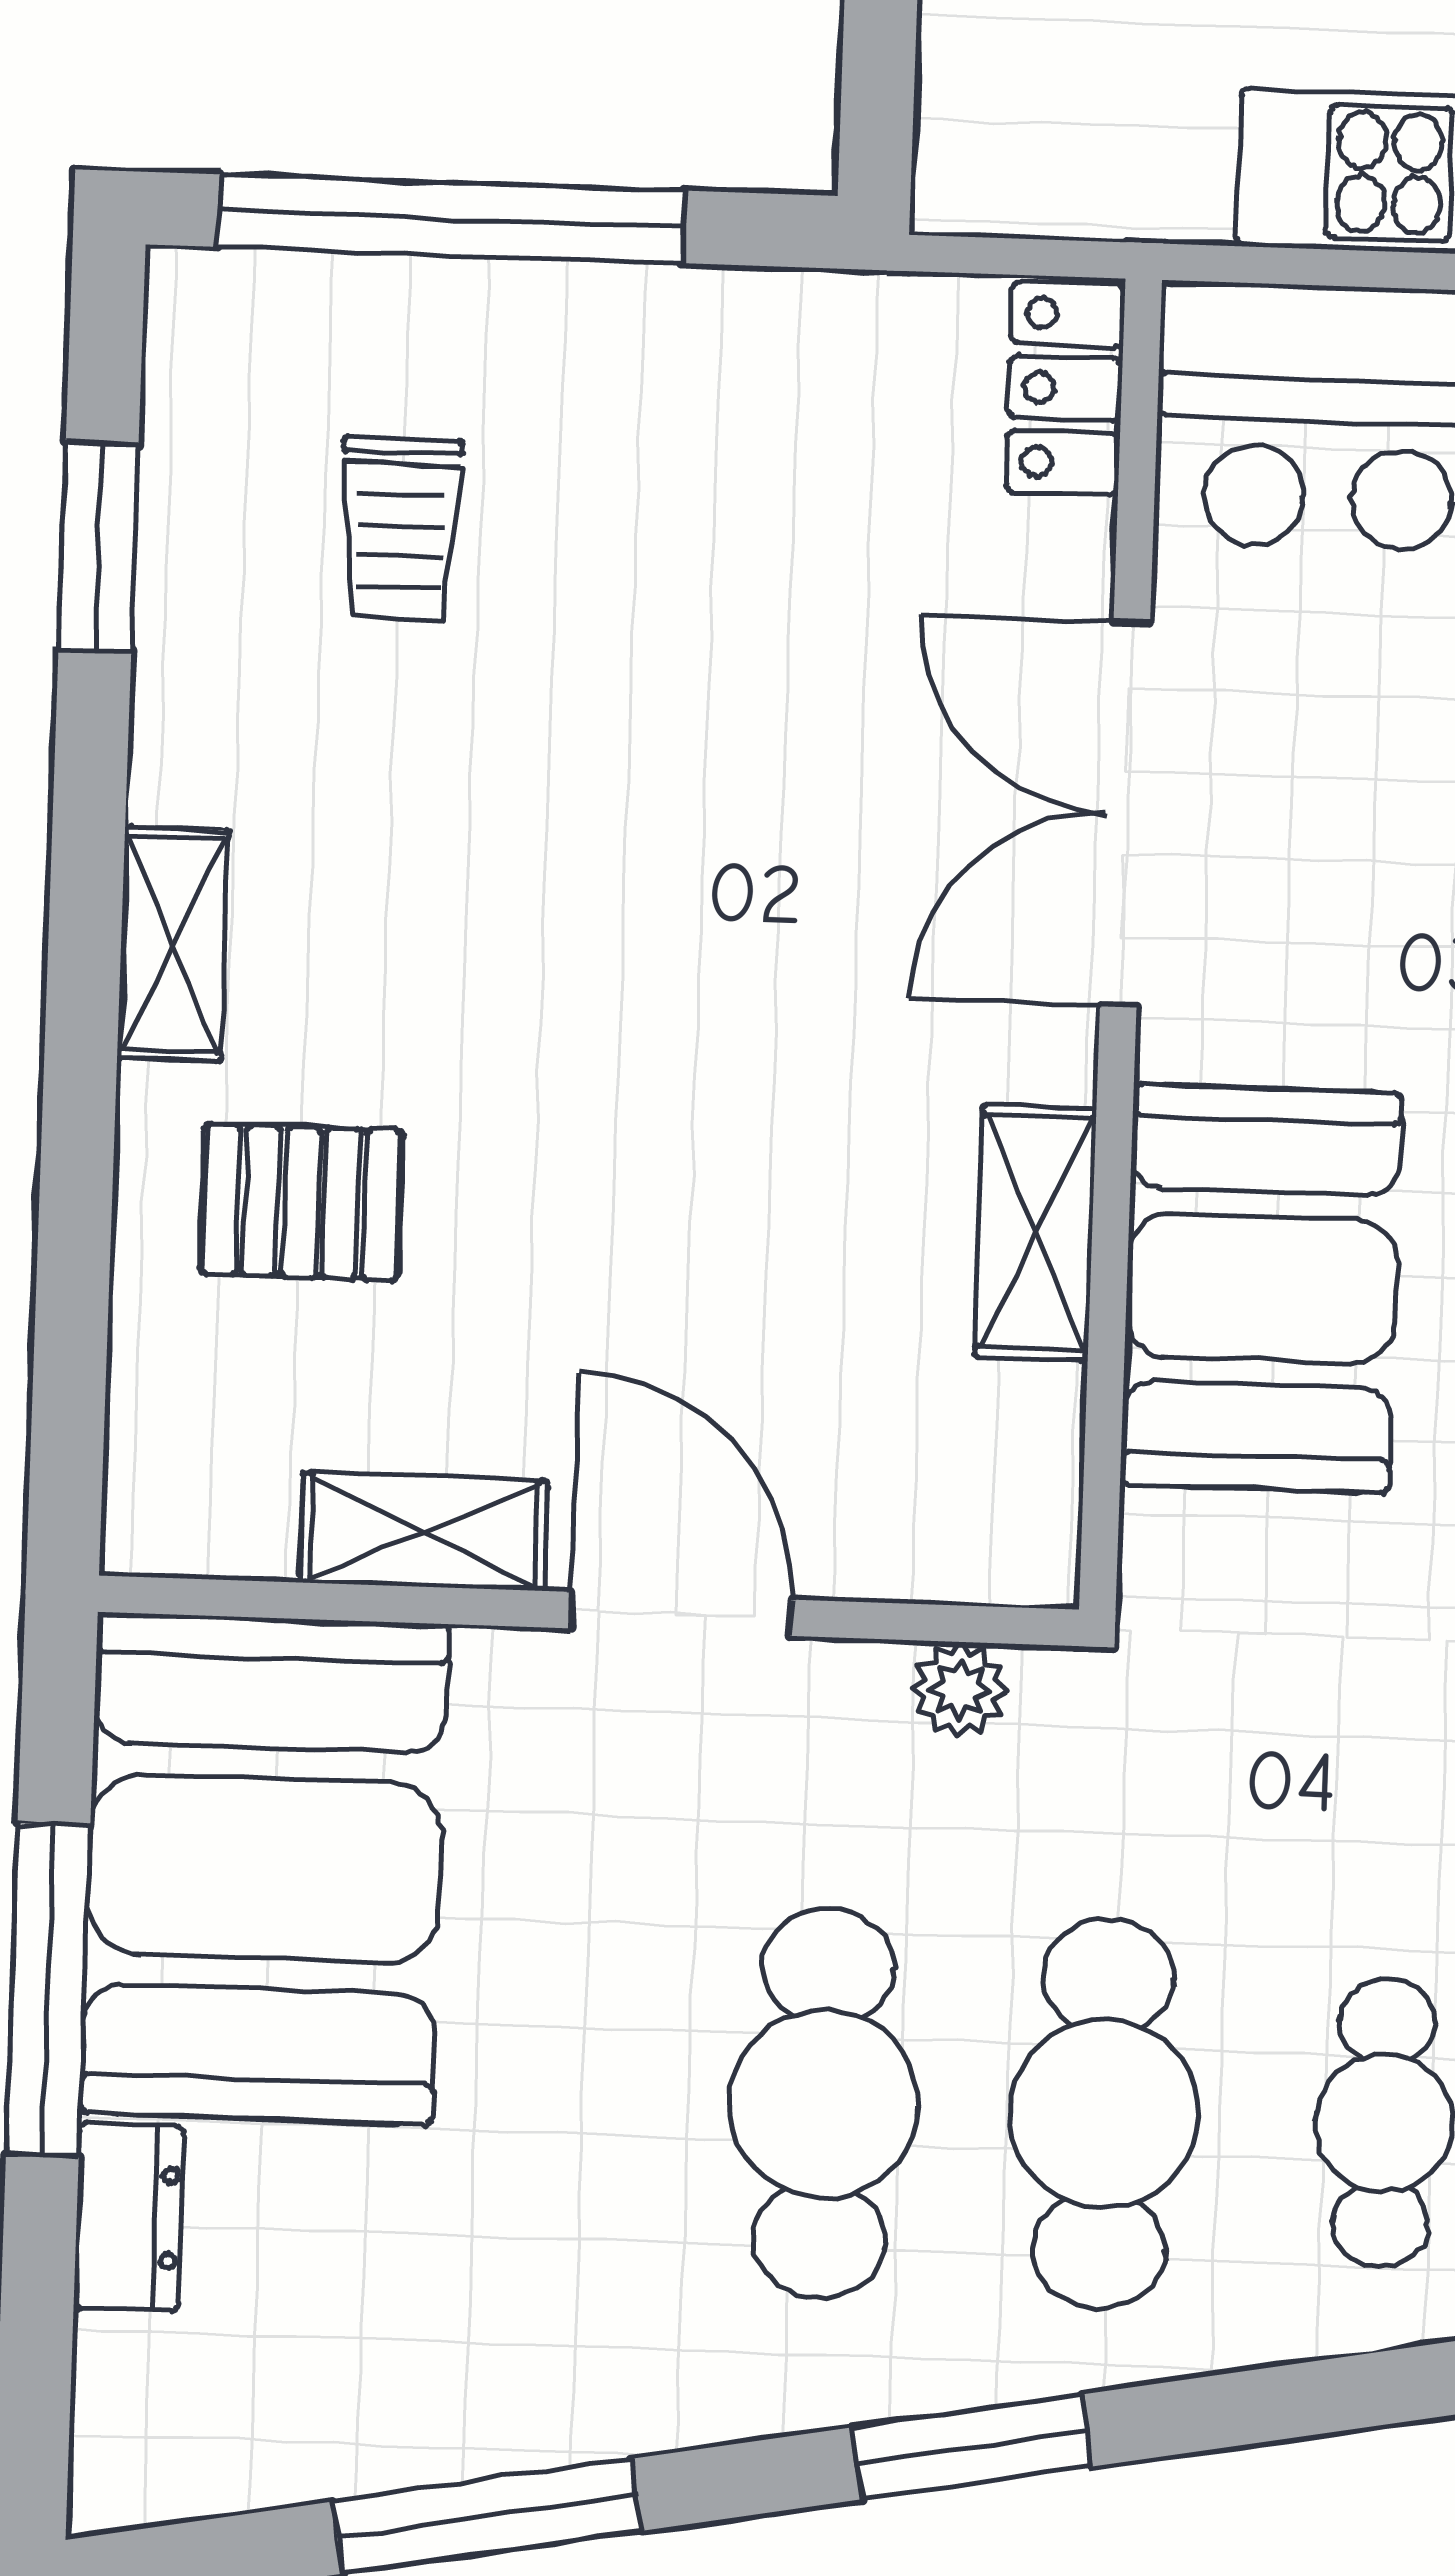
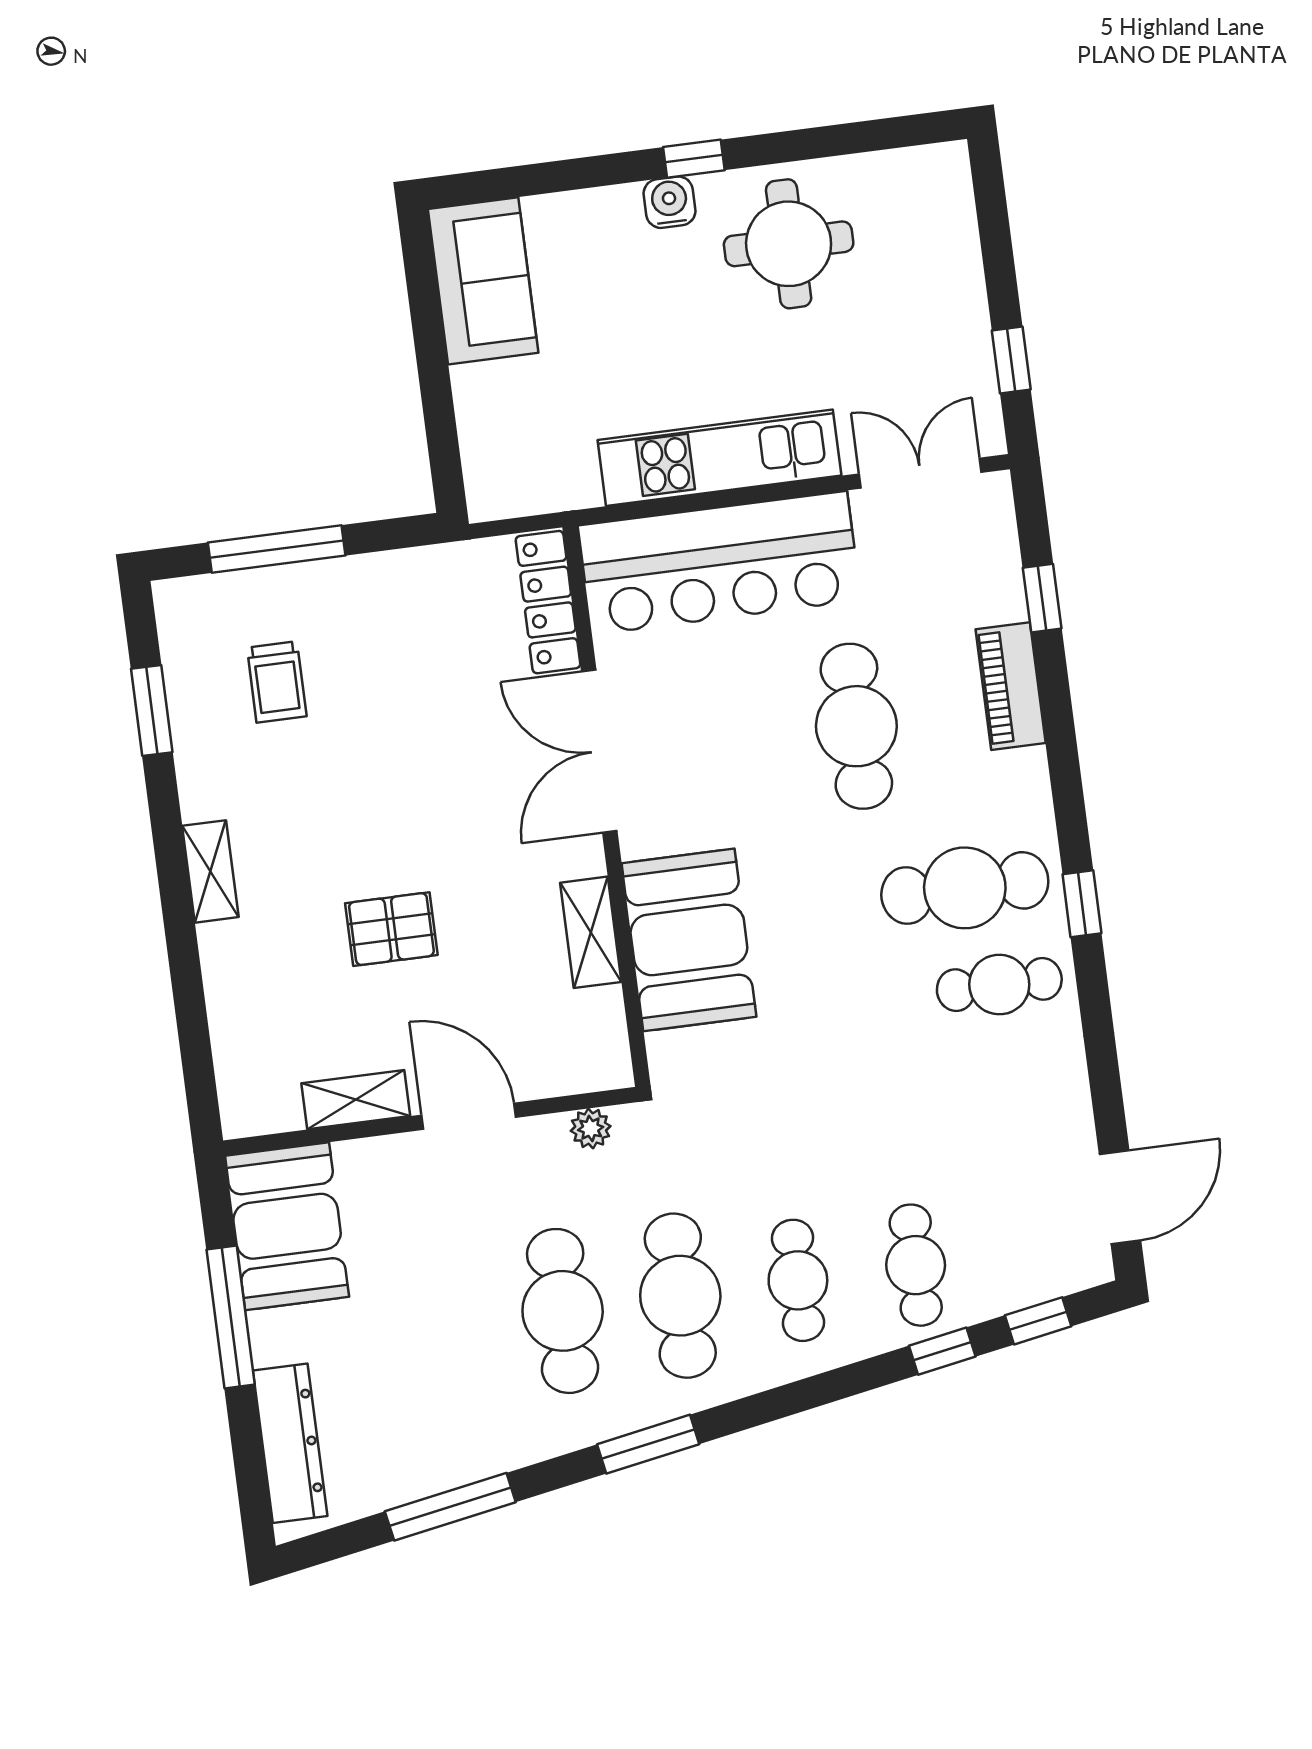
window: (452, 219) -> (277, 549), width x0.68
locker: (1065, 388) -> (548, 602), width x1.53
pallet: (301, 1202) -> (391, 929), moved
booth: (265, 1868) -> (287, 1226), width x0.73, depth x0.70
dresser: (129, 2217) -> (290, 1443), width x1.96, depth x1.24

